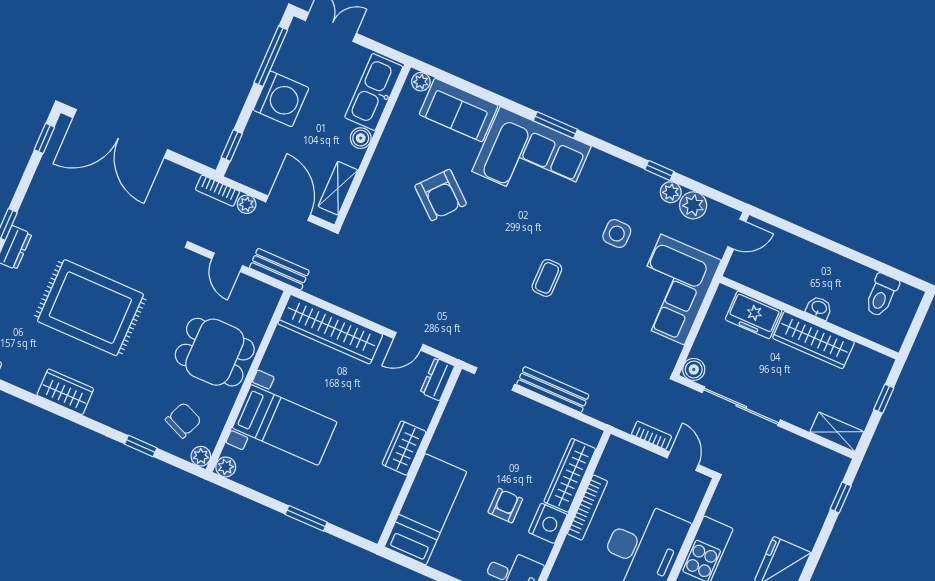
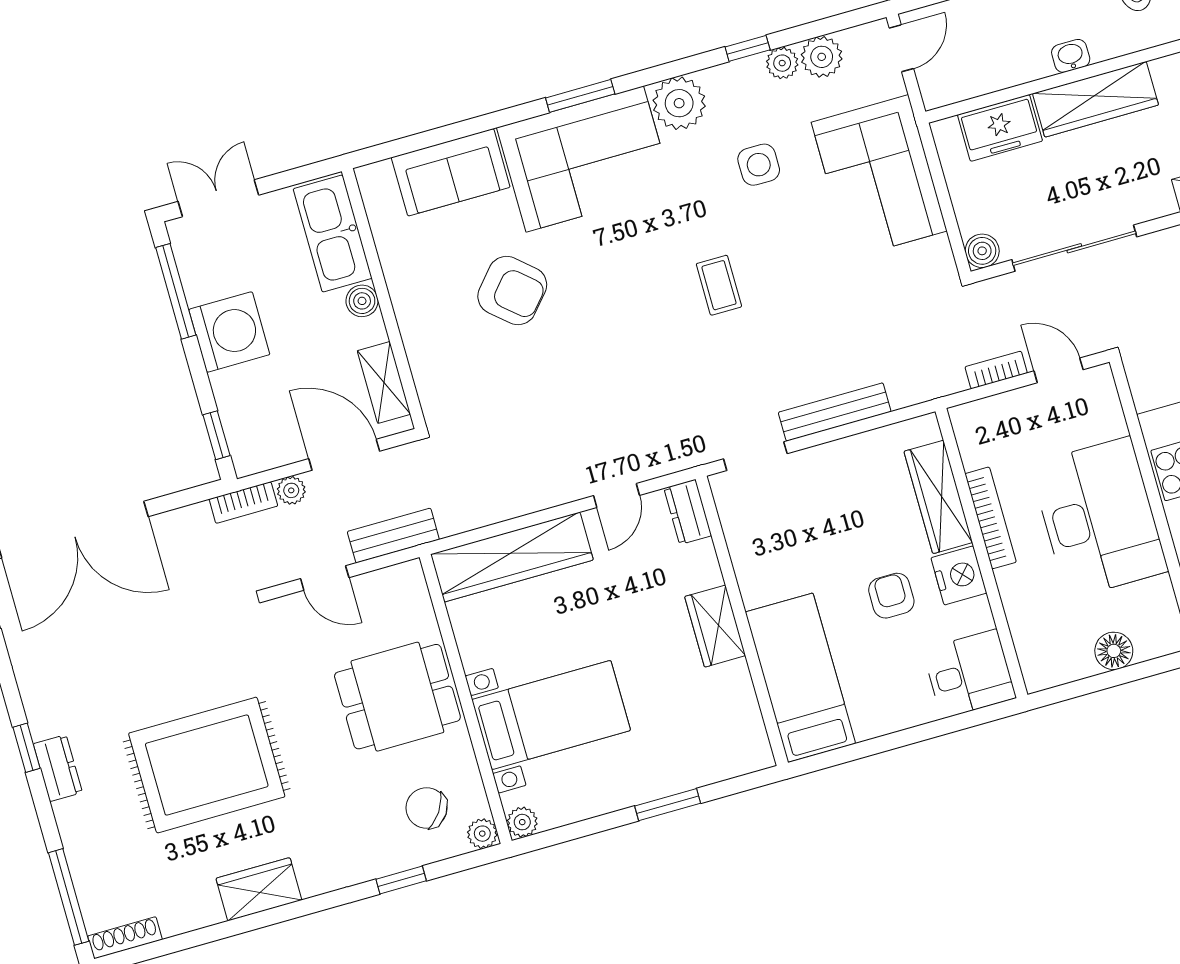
plant: (421, 82) -> (679, 103), moved, width x1.88, depth x1.88
chair: (183, 420) -> (427, 808), turned -79

